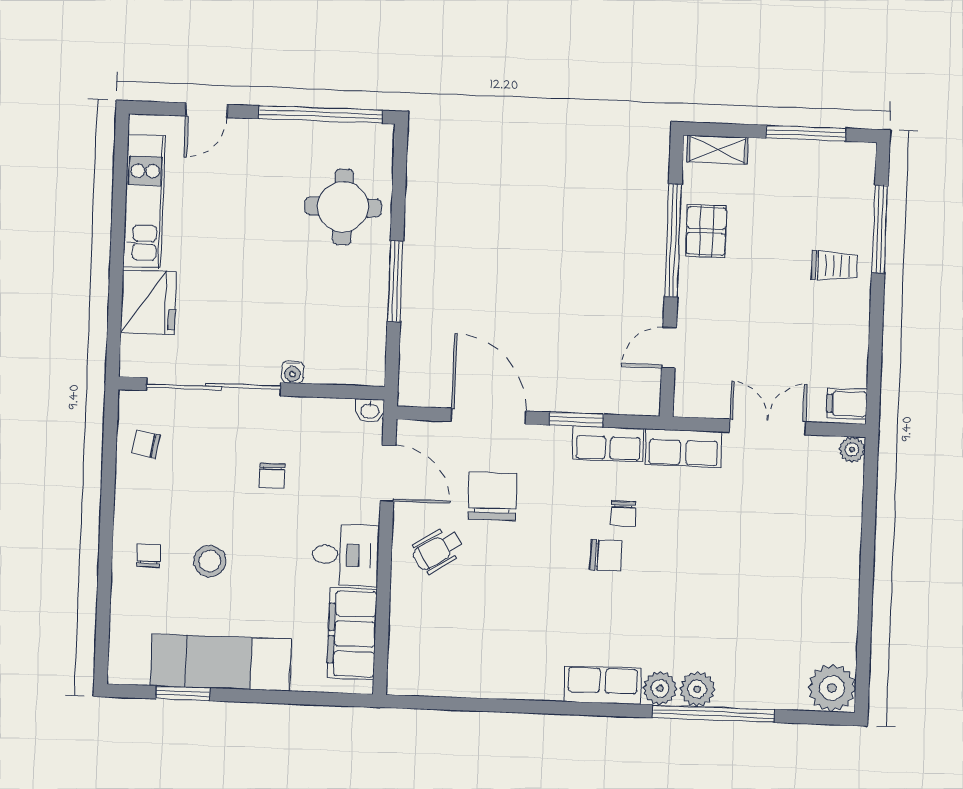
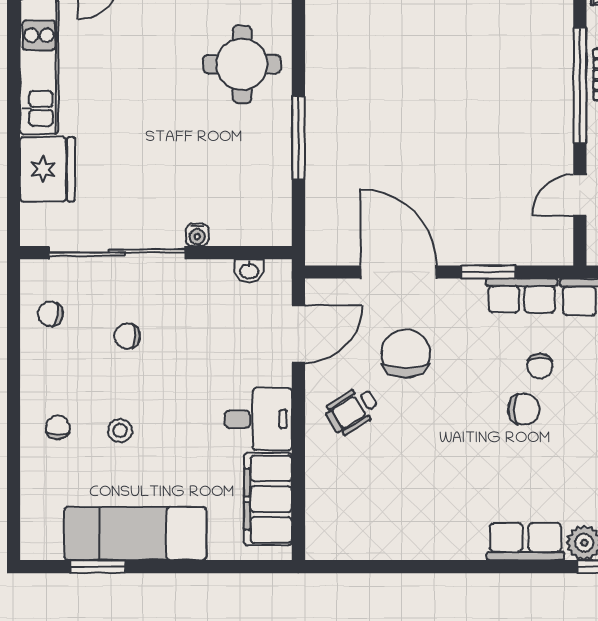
washbasin: (370, 410) -> (249, 271), moved
door: (388, 473) -> (298, 334), hinge flipped
chair: (272, 476) -> (127, 336), moved, turned 90
stool: (210, 561) -> (120, 431), width x0.73, depth x0.73

